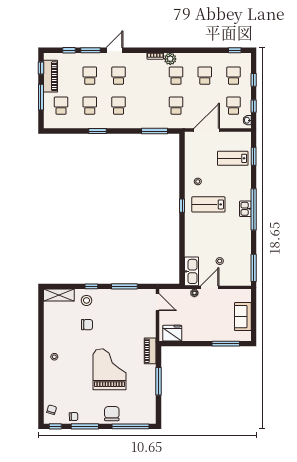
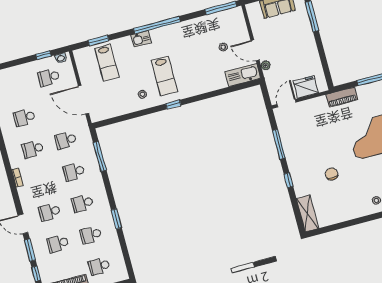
plant: (170, 59) -> (16, 160), removed
school desk: (234, 76) -> (74, 172), moved
window: (254, 80) -> (15, 63), removed
kitchen sink: (245, 209) -> (141, 39), moved
stool: (87, 300) -> (305, 182), removed
fridge: (172, 333) -> (306, 87), moved, turned 90

